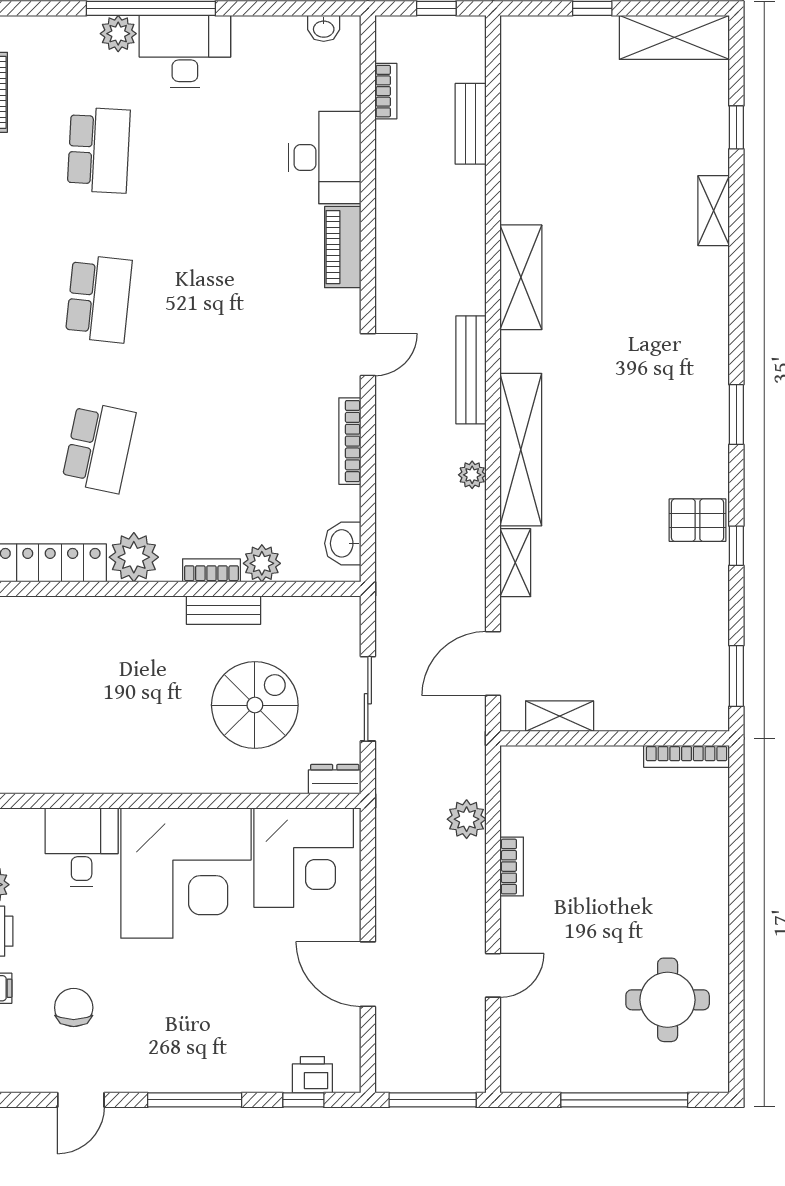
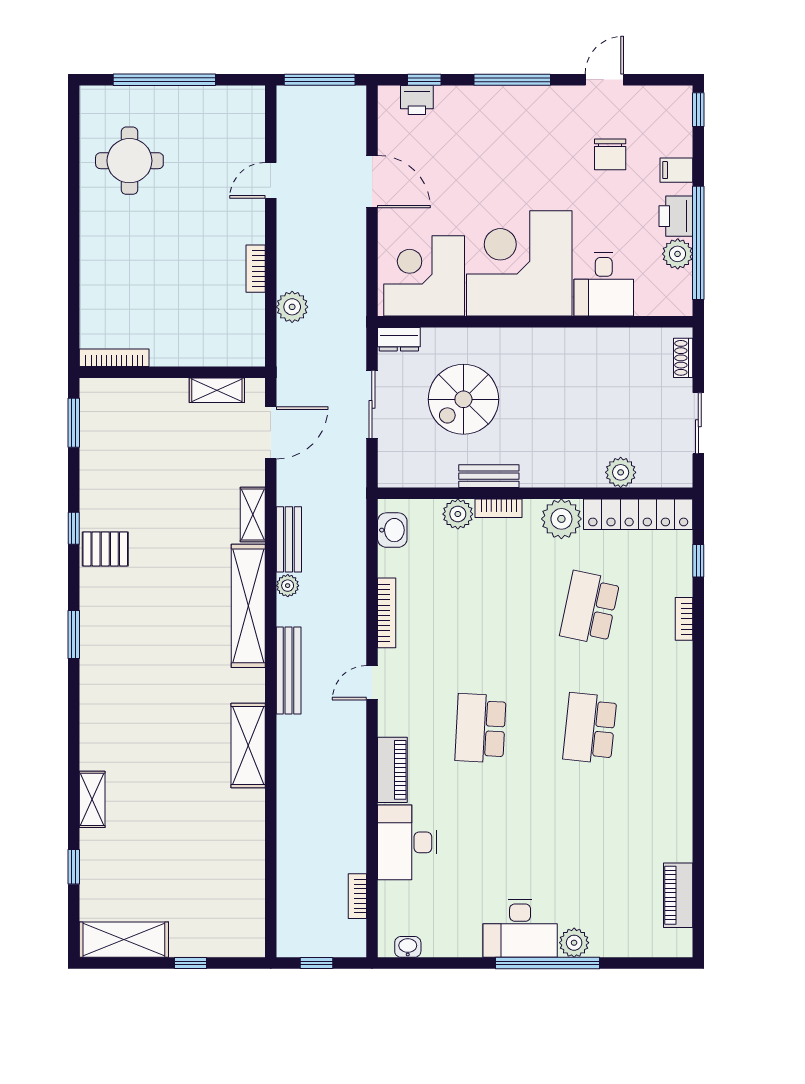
bench: (471, 124) -> (289, 539), moved
school desk: (99, 150) -> (481, 728), moved
plant: (61, 615) -> (621, 472), added

